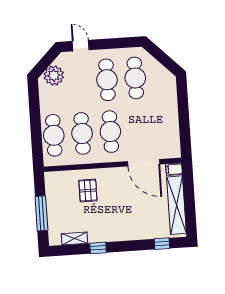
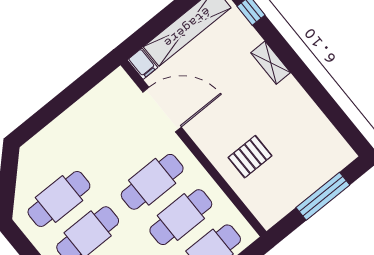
door: (144, 163) -> (162, 110), hinge flipped
shelving: (75, 239) -> (271, 63), moved
window: (98, 248) -> (316, 90), removed

